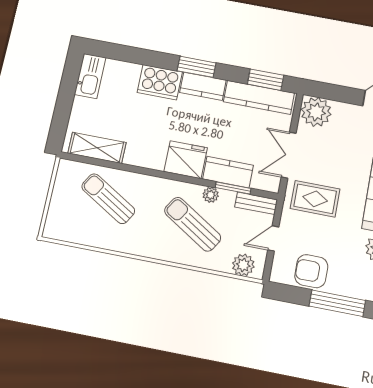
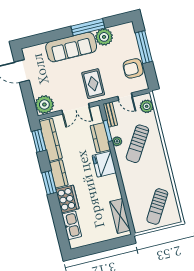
kitchen sink: (90, 76) -> (72, 225), moved, turned 90
sun lounger: (108, 199) -> (157, 207), moved
armchair: (311, 271) -> (133, 68), turned 90

